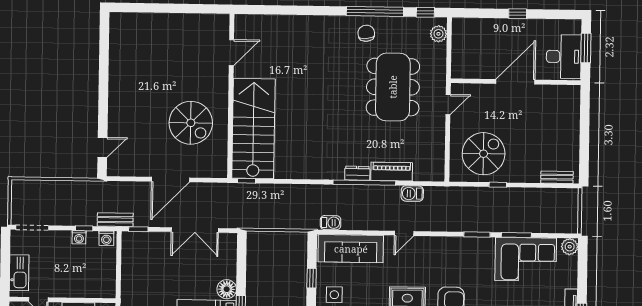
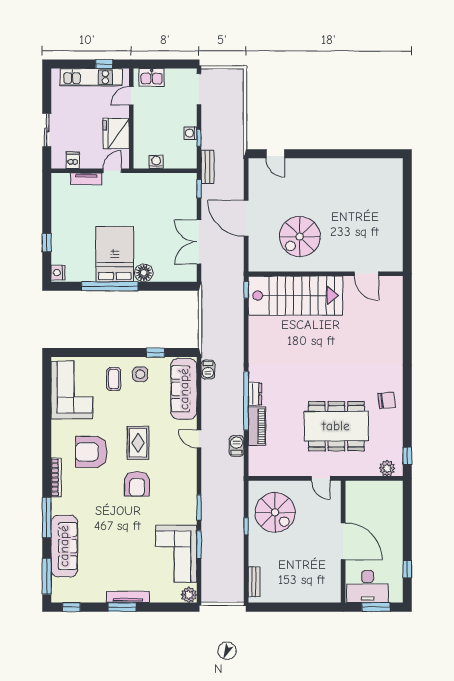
window: (375, 11) -> (407, 408), removed
window: (518, 14) -> (407, 569), moved
washing machine: (106, 238) -> (156, 162), moved, turned 90
kitchen sink: (19, 273) -> (152, 77), width x0.73

